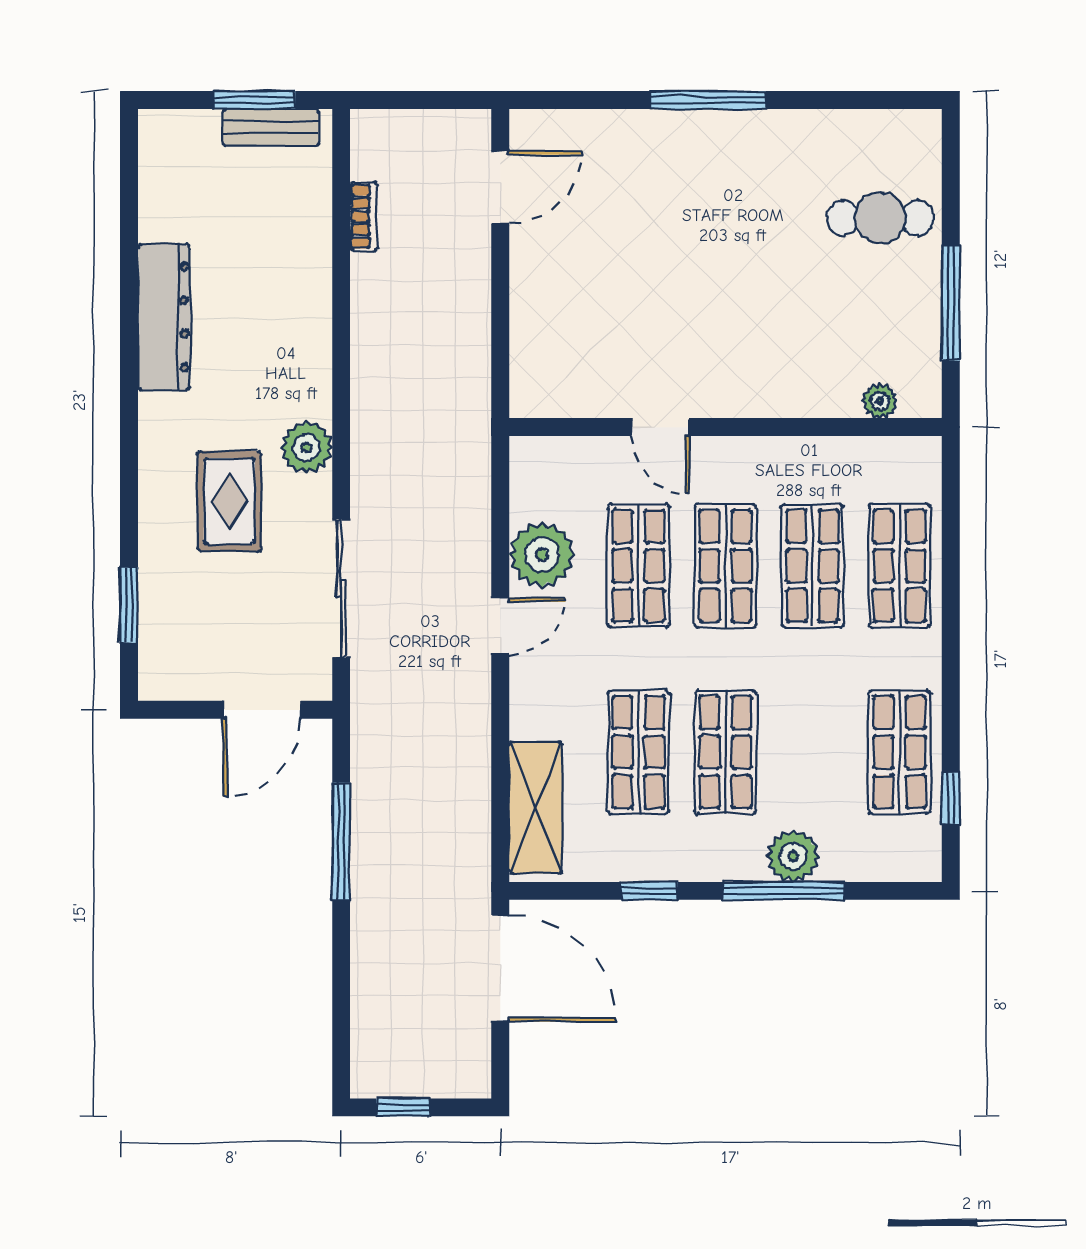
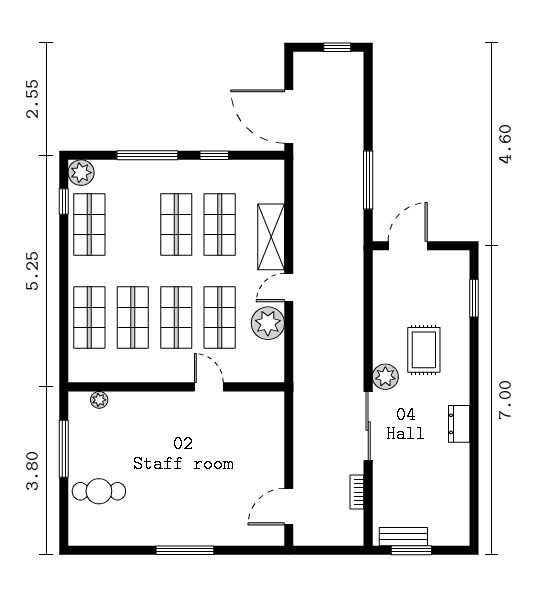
dresser: (164, 317) -> (459, 424), width x0.51, depth x0.80
sliding door: (341, 588) -> (368, 426), moved
shelving: (535, 807) -> (271, 237), moved
plant: (793, 856) -> (81, 173), moved

